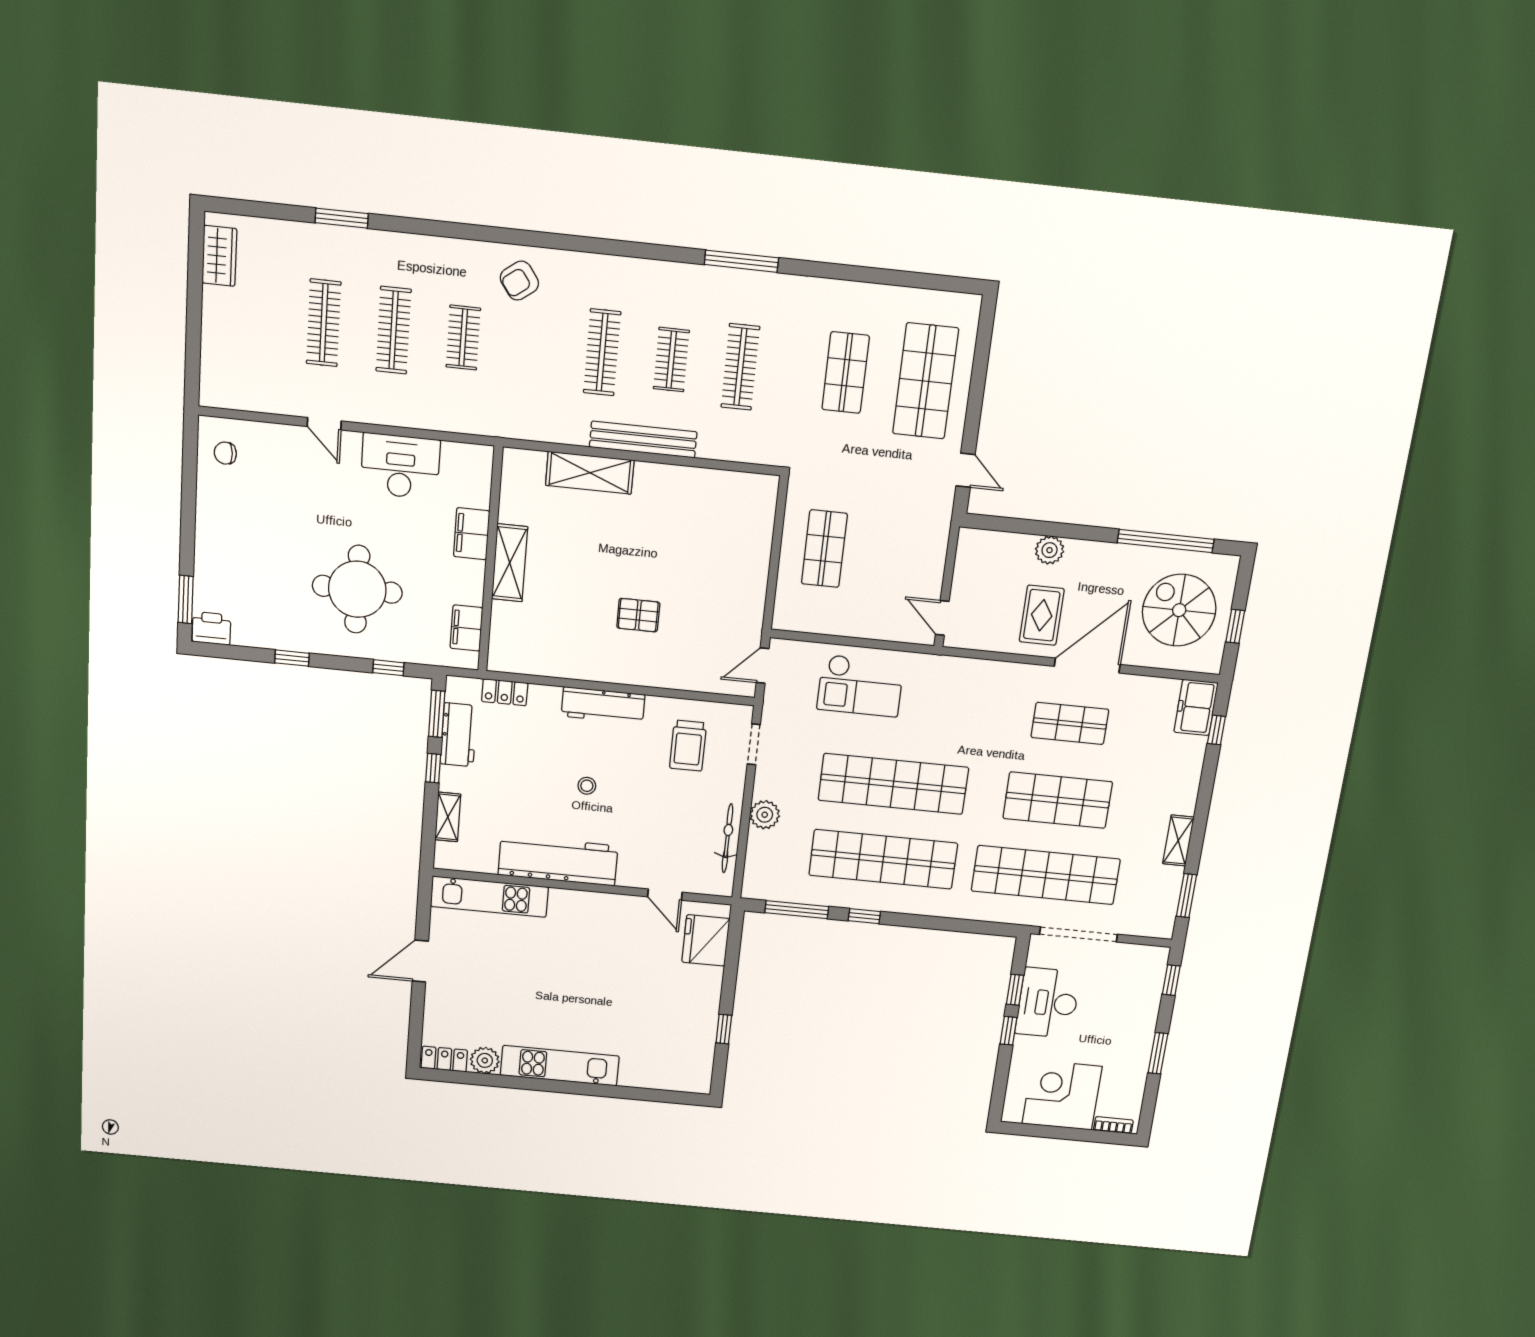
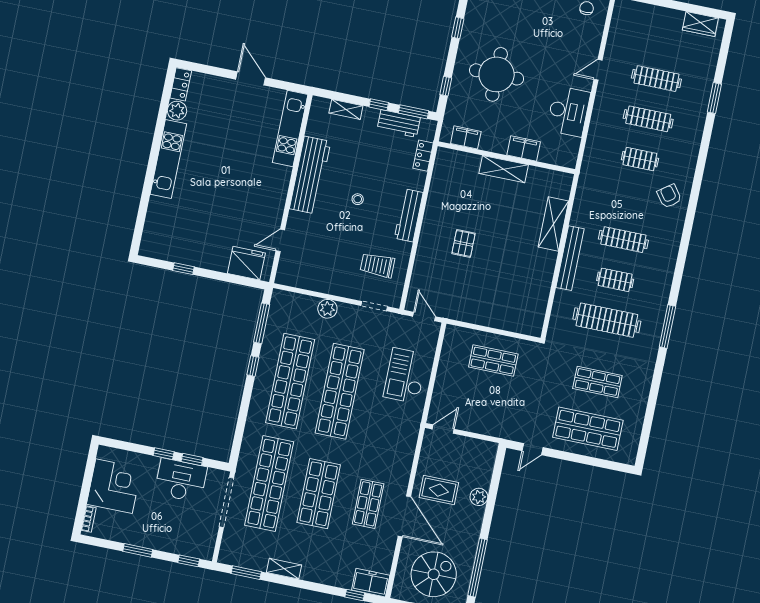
clothes rail: (740, 367) -> (607, 320), width x1.37, depth x1.31
bicycle: (727, 838) -> (314, 284), removed

